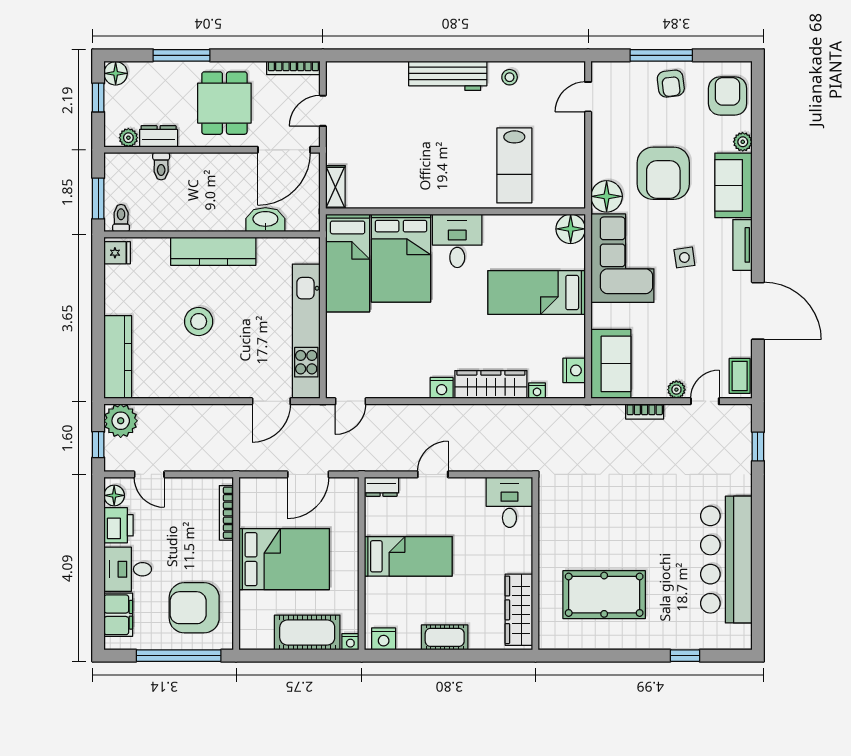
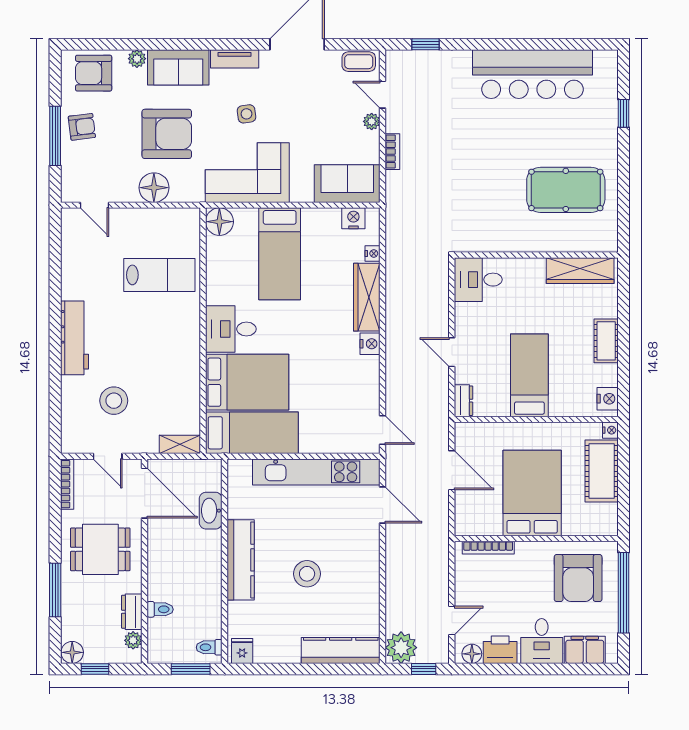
stool: (510, 77) -> (114, 401), moved, width x1.89, depth x1.89
floor lamp: (607, 196) -> (154, 188), moved
pool table: (604, 595) -> (566, 190), turned 90

